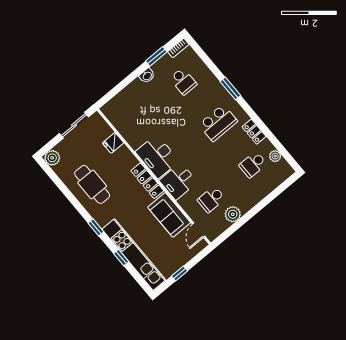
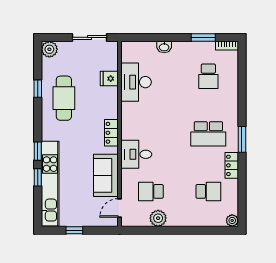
washbasin: (147, 76) -> (164, 47), moved
window: (230, 88) -> (242, 139), moved
desk: (157, 156) -> (136, 82), moved
plant: (275, 156) -> (232, 220), moved
school desk: (253, 165) -> (208, 191), turned 180
locker: (147, 181) -> (111, 133), width x0.66
window: (67, 193) -> (38, 89), added
window: (96, 227) -> (38, 151), moved

